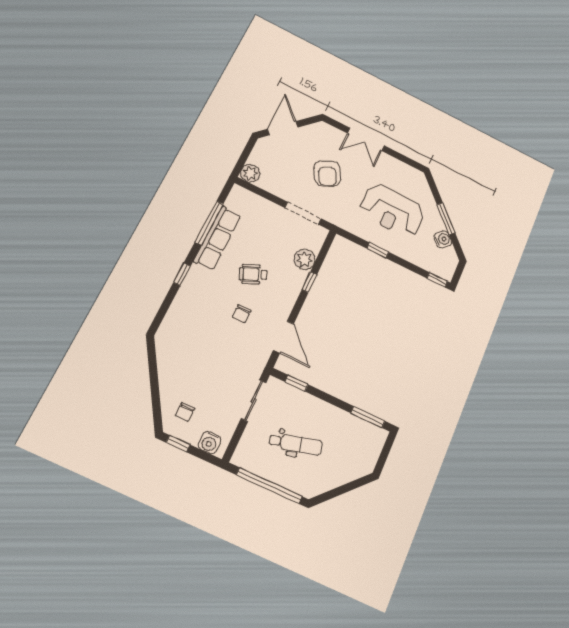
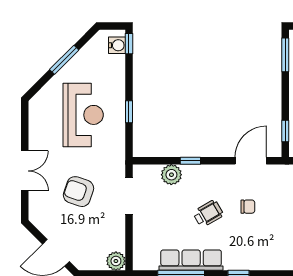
armchair: (327, 173) -> (78, 192), turned -134
water cooler: (443, 239) -> (117, 45), moved, turned 135
wheelchair: (253, 274) -> (208, 214), turned -96

